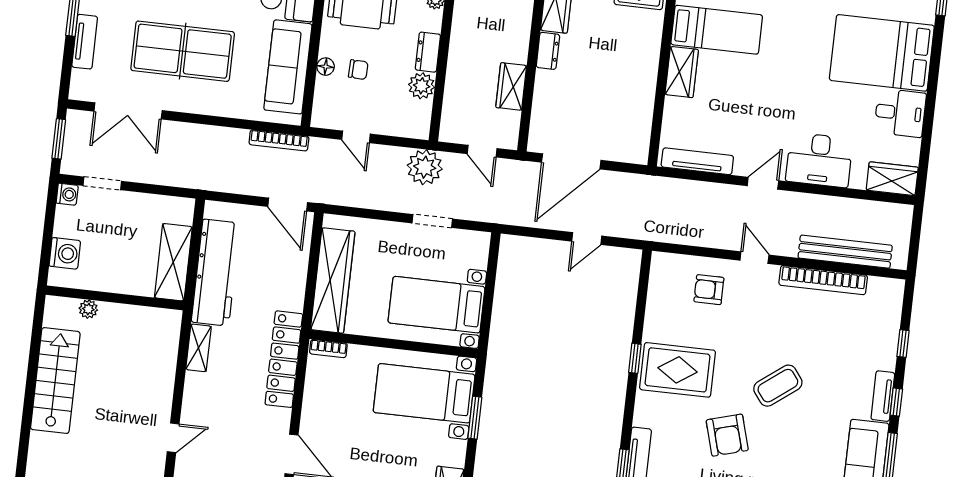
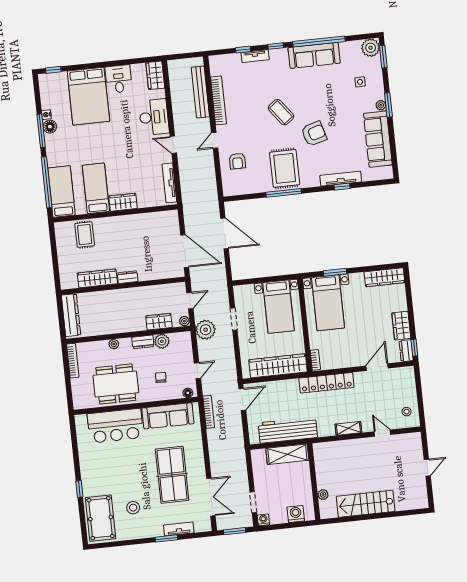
floor lamp: (326, 67) -> (188, 393), moved
wardrobe: (511, 86) -> (159, 322), moved, turned 180
plant: (448, 133) -> (184, 321), added
door: (587, 239) -> (225, 233), width x1.88
shelving: (199, 348) -> (348, 428), moved
window: (635, 358) -> (284, 193), width x2.17
tv unit: (883, 396) -> (255, 56), moved

